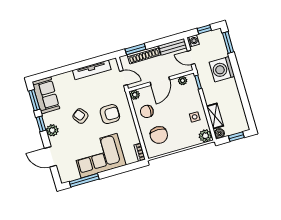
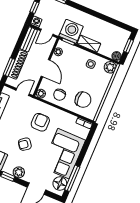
washing machine: (222, 69) -> (71, 31), moved, turned 180
shelving: (215, 116) -> (89, 44), moved
floor lamp: (71, 173) -> (60, 183), added

